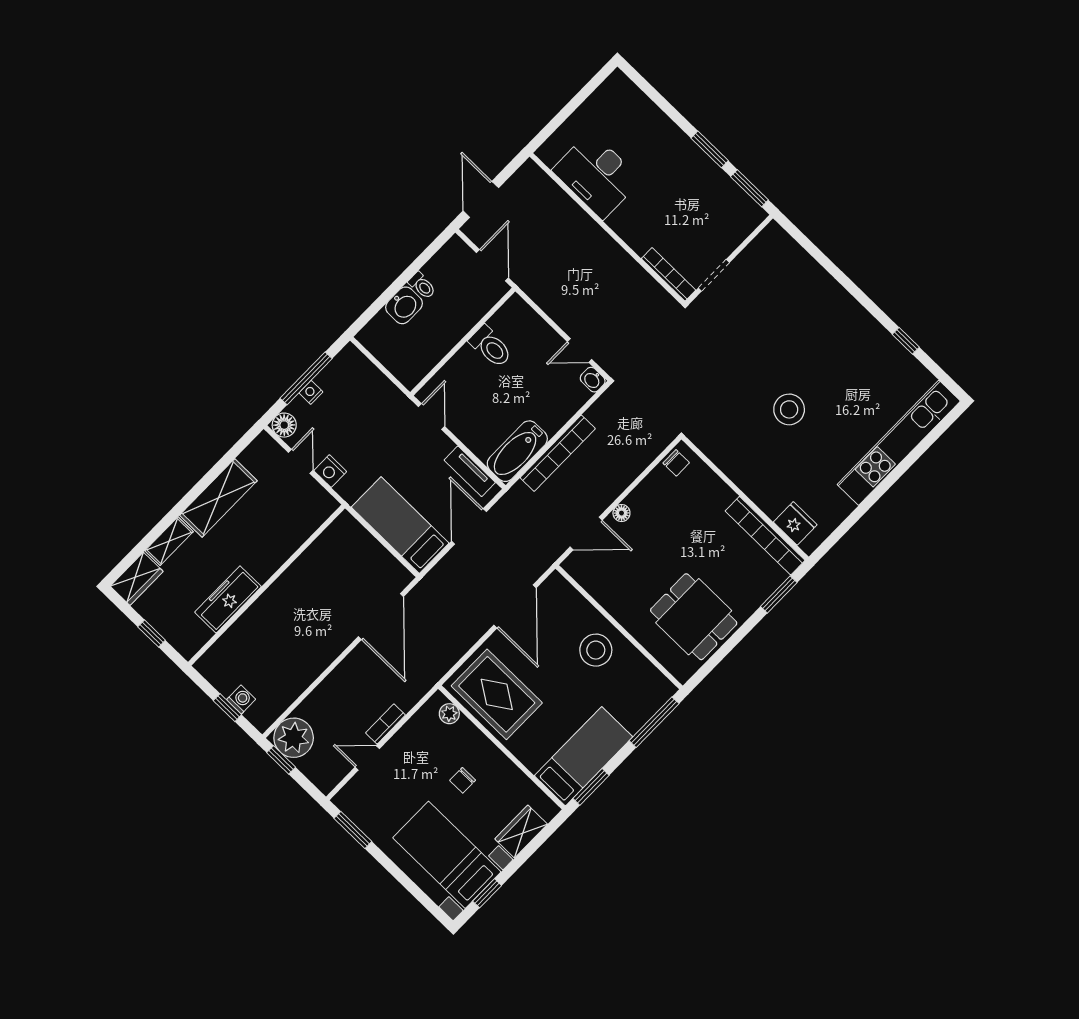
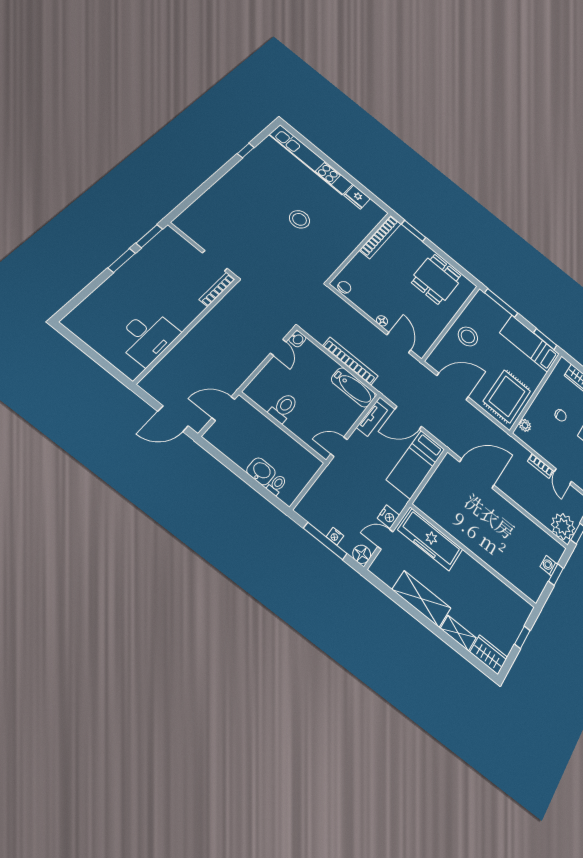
toilet: (422, 286) -> (277, 485), moved
fridge: (795, 523) -> (357, 197), moved, turned -90
freezer: (228, 599) -> (430, 540), moved, width x1.36, depth x1.26

